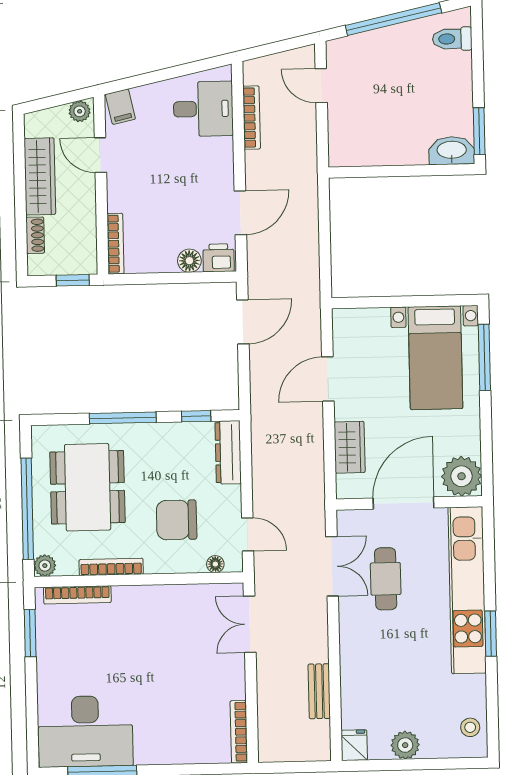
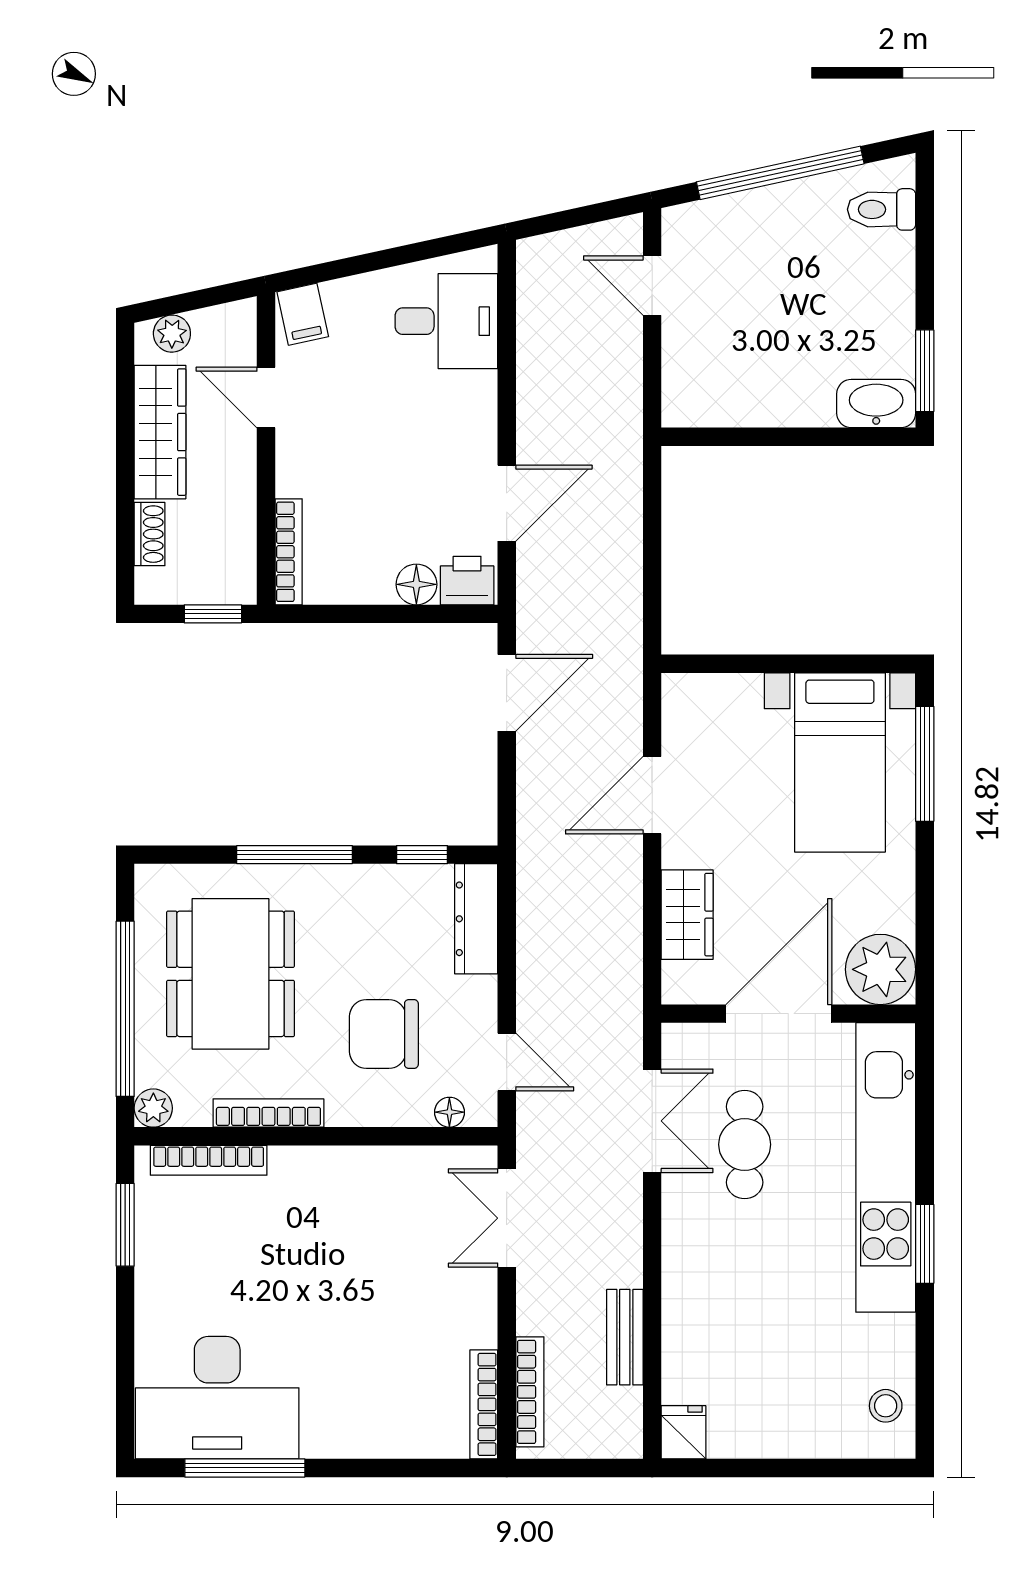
plant: (80, 111) -> (172, 334), moved
bookcase: (252, 118) -> (530, 1392), moved
plant: (405, 745) -> (772, 1434), removed

